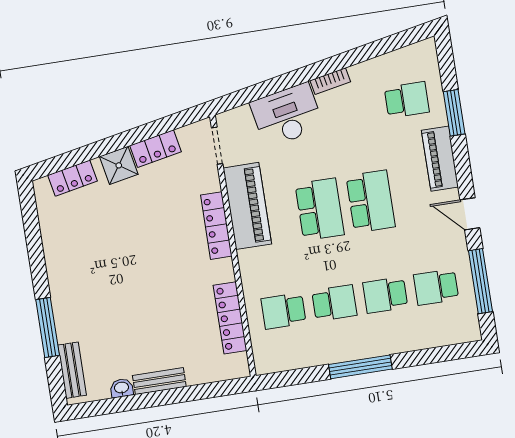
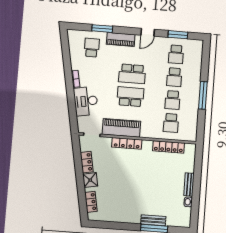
school desk: (371, 201) -> (132, 74), turned 180
window: (480, 281) -> (178, 35), width x0.69
school desk: (334, 303) -> (173, 100), turned 180
bench: (72, 370) -> (153, 220), moved

